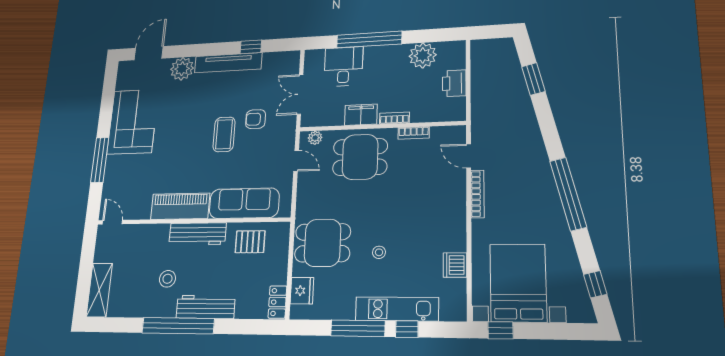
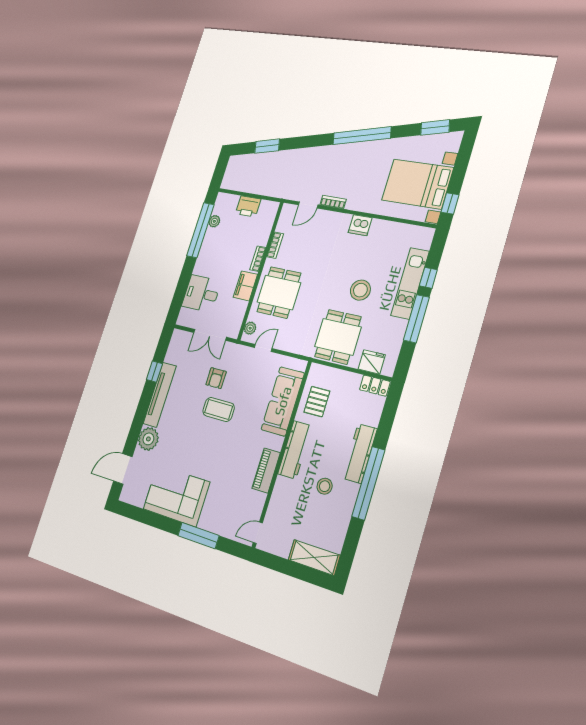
window: (369, 39) -> (200, 230), moved
door: (149, 53) -> (123, 469), hinge flipped
plant: (423, 55) -> (214, 221), width x0.53, depth x0.53
bookcase: (477, 194) -> (333, 202), width x0.64
piano: (180, 206) -> (266, 471), width x0.73, depth x0.75
stool: (379, 252) -> (360, 290), width x1.89, depth x1.89
dishwasher: (455, 265) -> (360, 225), moved
window: (595, 284) -> (435, 127), width x1.50

